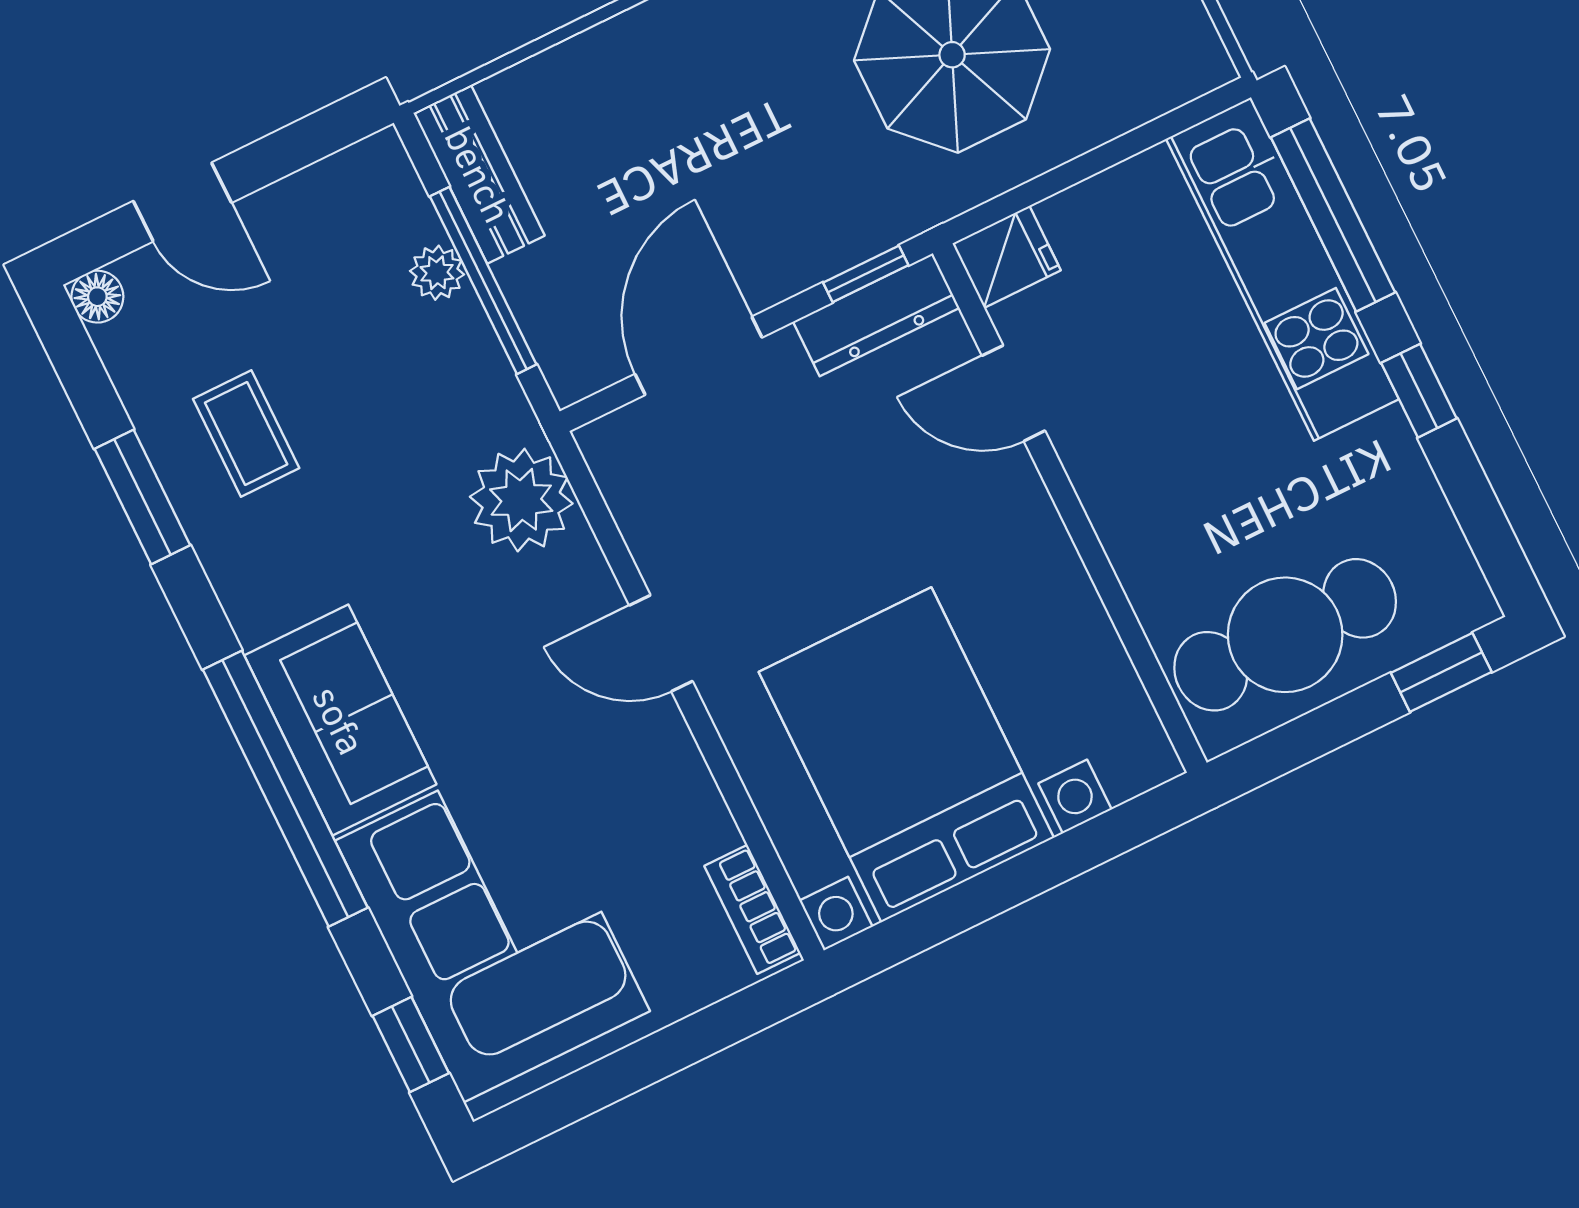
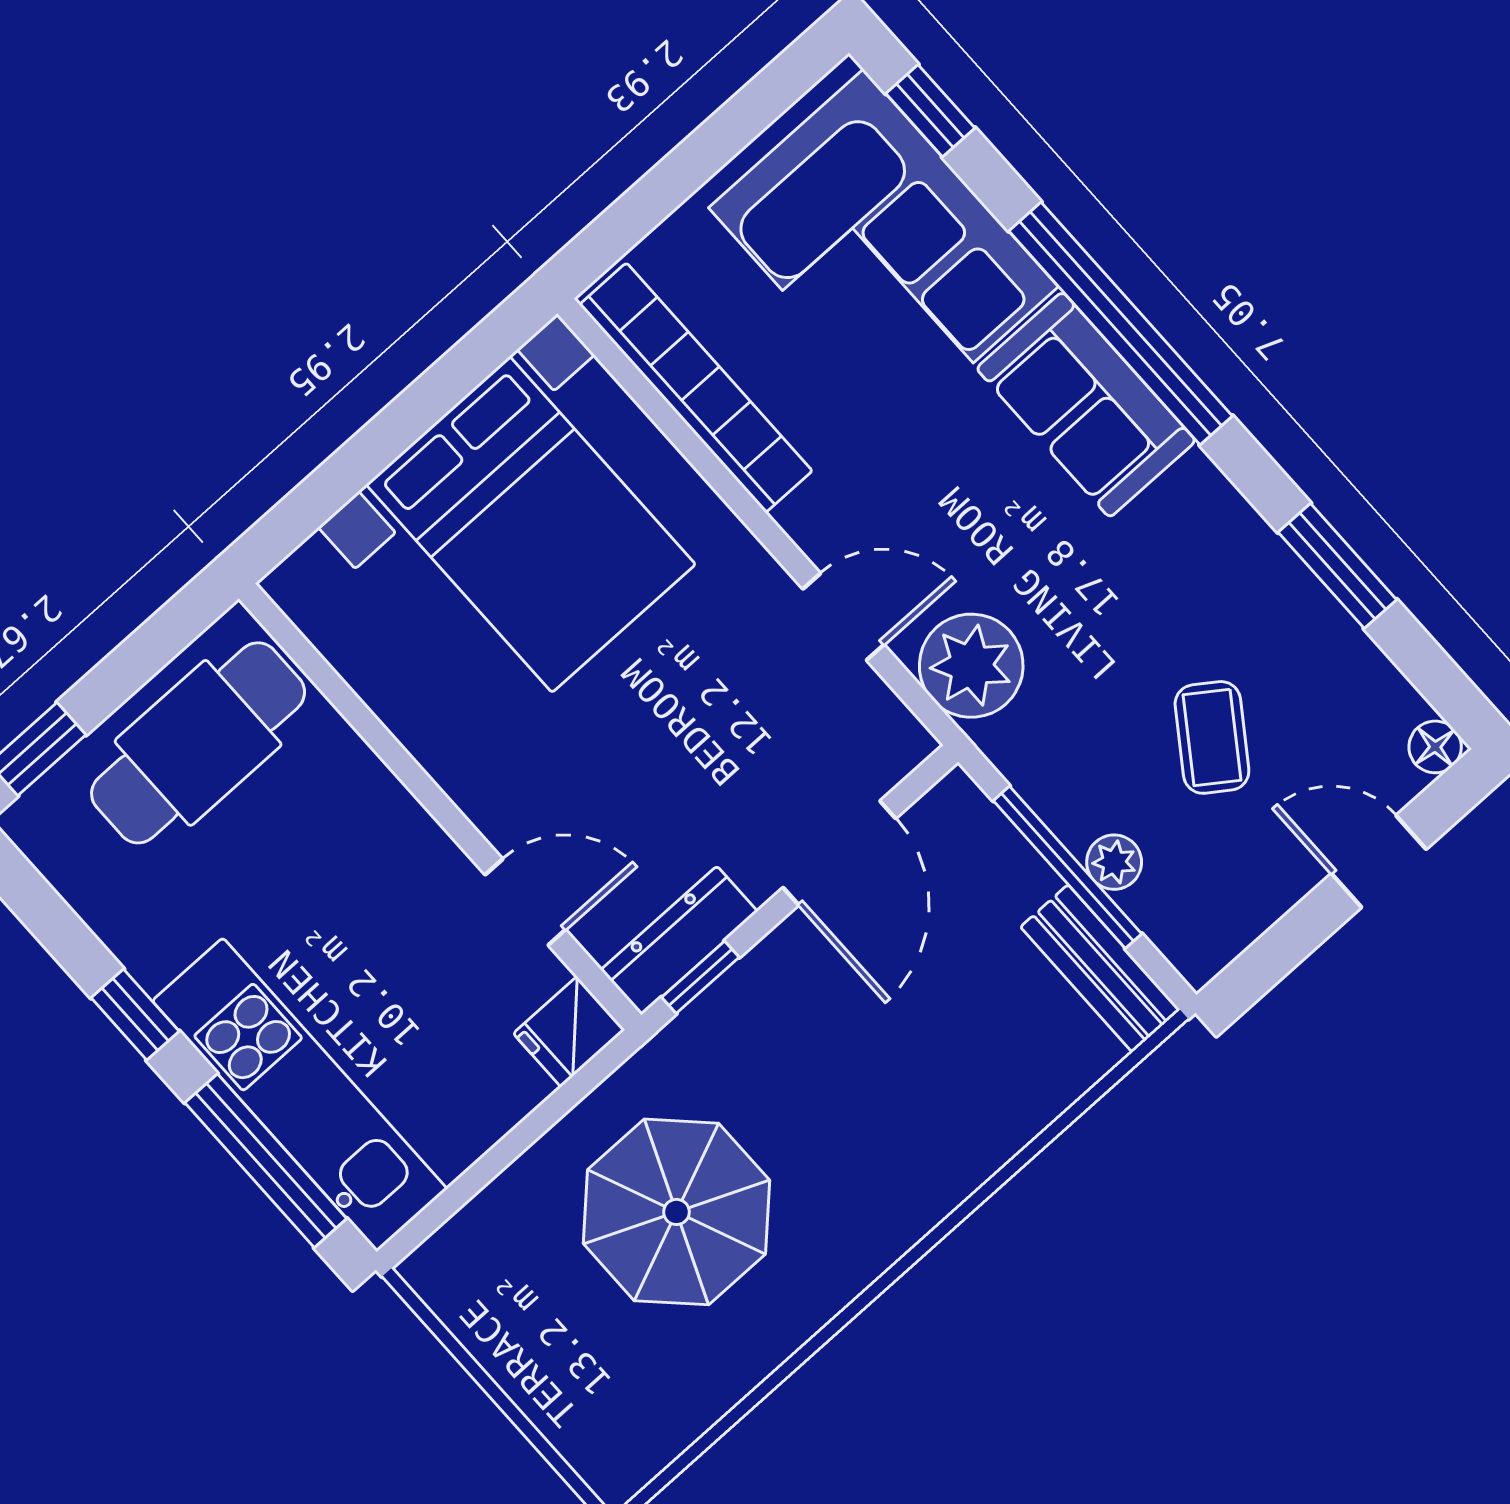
coffee table: (246, 433) -> (1212, 737), moved, turned 35
door: (661, 643) -> (843, 617), moved
bookcase: (752, 909) -> (696, 388), width x2.31, depth x1.31

